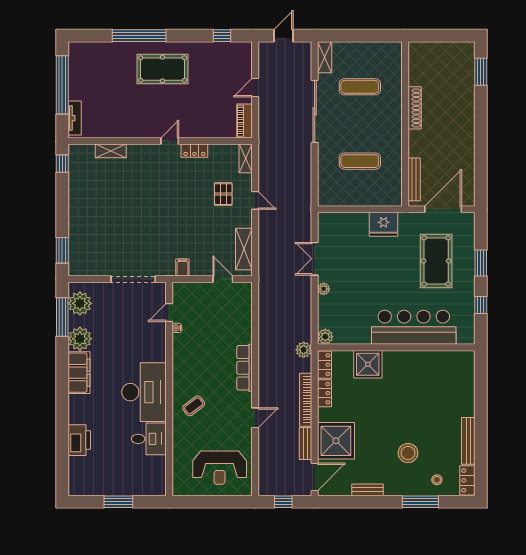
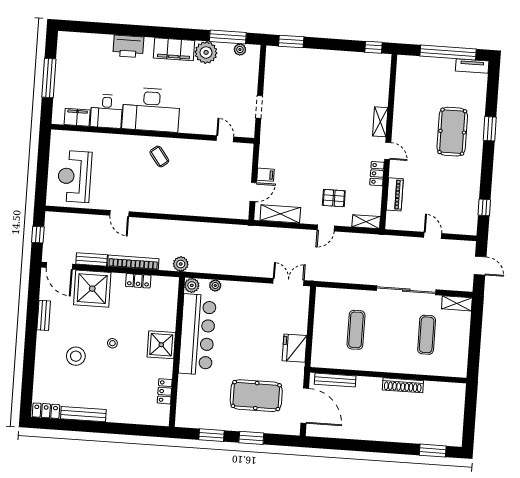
window: (139, 36) -> (490, 129), width x0.47
pool table: (163, 69) -> (452, 132), moved
tv unit: (75, 118) -> (472, 66), moved
piano: (245, 121) -> (395, 194), moved, turned 90
shelving: (111, 151) -> (380, 122), moved
double door: (315, 259) -> (288, 282), moved
filing cabinet: (182, 267) -> (265, 175), moved
doorway: (133, 279) -> (259, 107), width x0.53
plant: (324, 289) -> (215, 285), moved
plant: (80, 303) -> (240, 50), width x0.53, depth x0.53
window: (481, 305) -> (211, 435), width x1.50
bar counter: (414, 327) -> (197, 334), moved
water cooler: (177, 328) -> (210, 145), removed
shower: (368, 364) -> (161, 345), moved
locker: (324, 365) -> (165, 391), moved, turned 90
row of seats: (245, 368) -> (168, 207), removed
coffee table: (194, 406) -> (159, 156), moved
printer: (79, 440) -> (128, 46), moved
filing cabinet: (157, 469) -> (77, 117), added
stool: (437, 480) -> (112, 343), moved
window: (118, 502) -> (49, 78), width x1.44
window: (420, 502) -> (29, 365), removed

